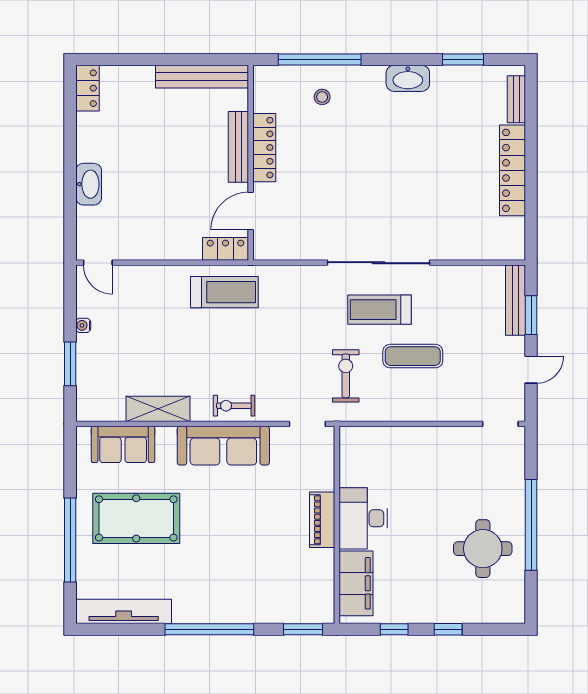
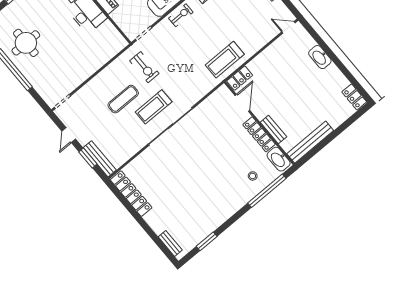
washbasin: (408, 78) -> (279, 159), moved, turned -90
bench: (238, 147) -> (273, 129), width x0.73
locker: (512, 170) -> (131, 194), moved
treadmill: (379, 310) -> (154, 107), turned 180

